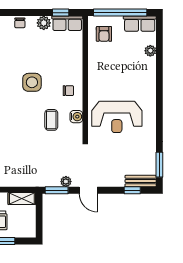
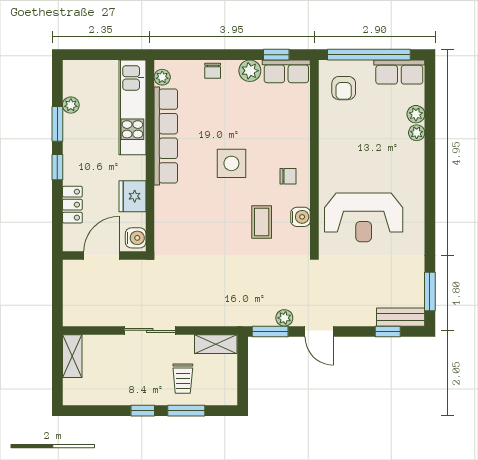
plant: (151, 63) -> (417, 133), added

